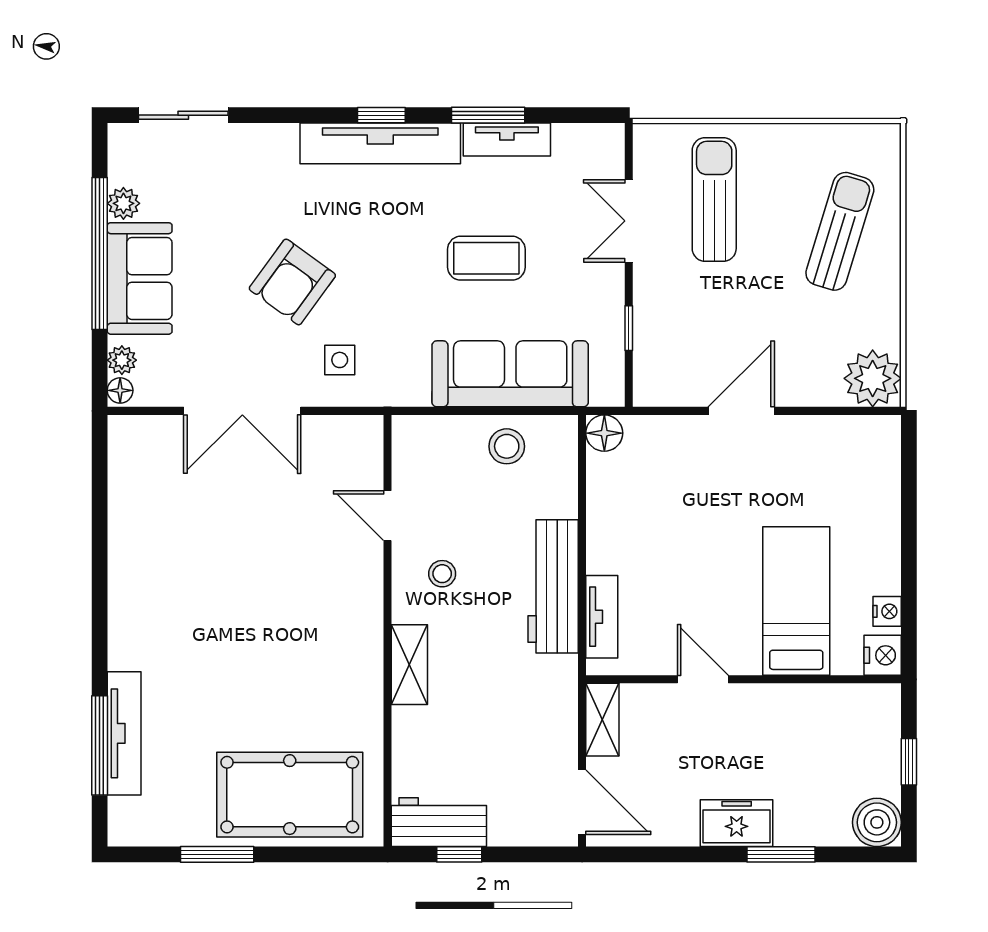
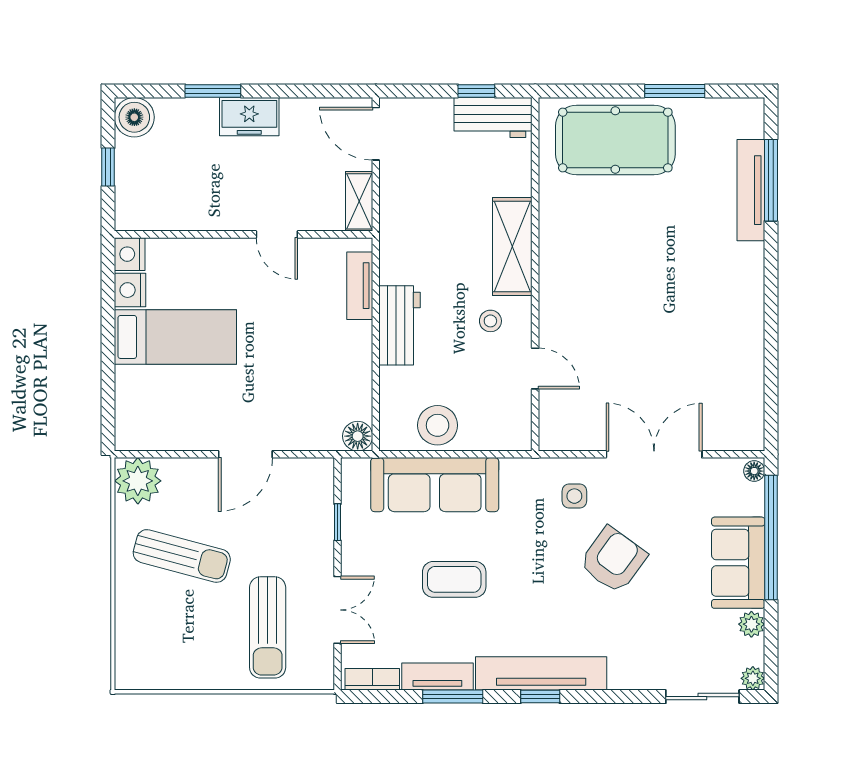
bookcase: (586, 136) -> (372, 679), added
sun lounger: (840, 231) -> (182, 556), moved, turned -92
window: (100, 254) -> (771, 538), moved
plant: (122, 360) -> (753, 678), moved
stool: (507, 446) -> (438, 425), width x1.38, depth x1.38
workbench: (553, 586) -> (400, 325), width x0.73
bed: (796, 601) -> (175, 337), moved, turned -90
nightstand: (887, 611) -> (130, 290), width x1.39, depth x1.35
shelving: (409, 665) -> (512, 246), width x1.50, depth x1.33

